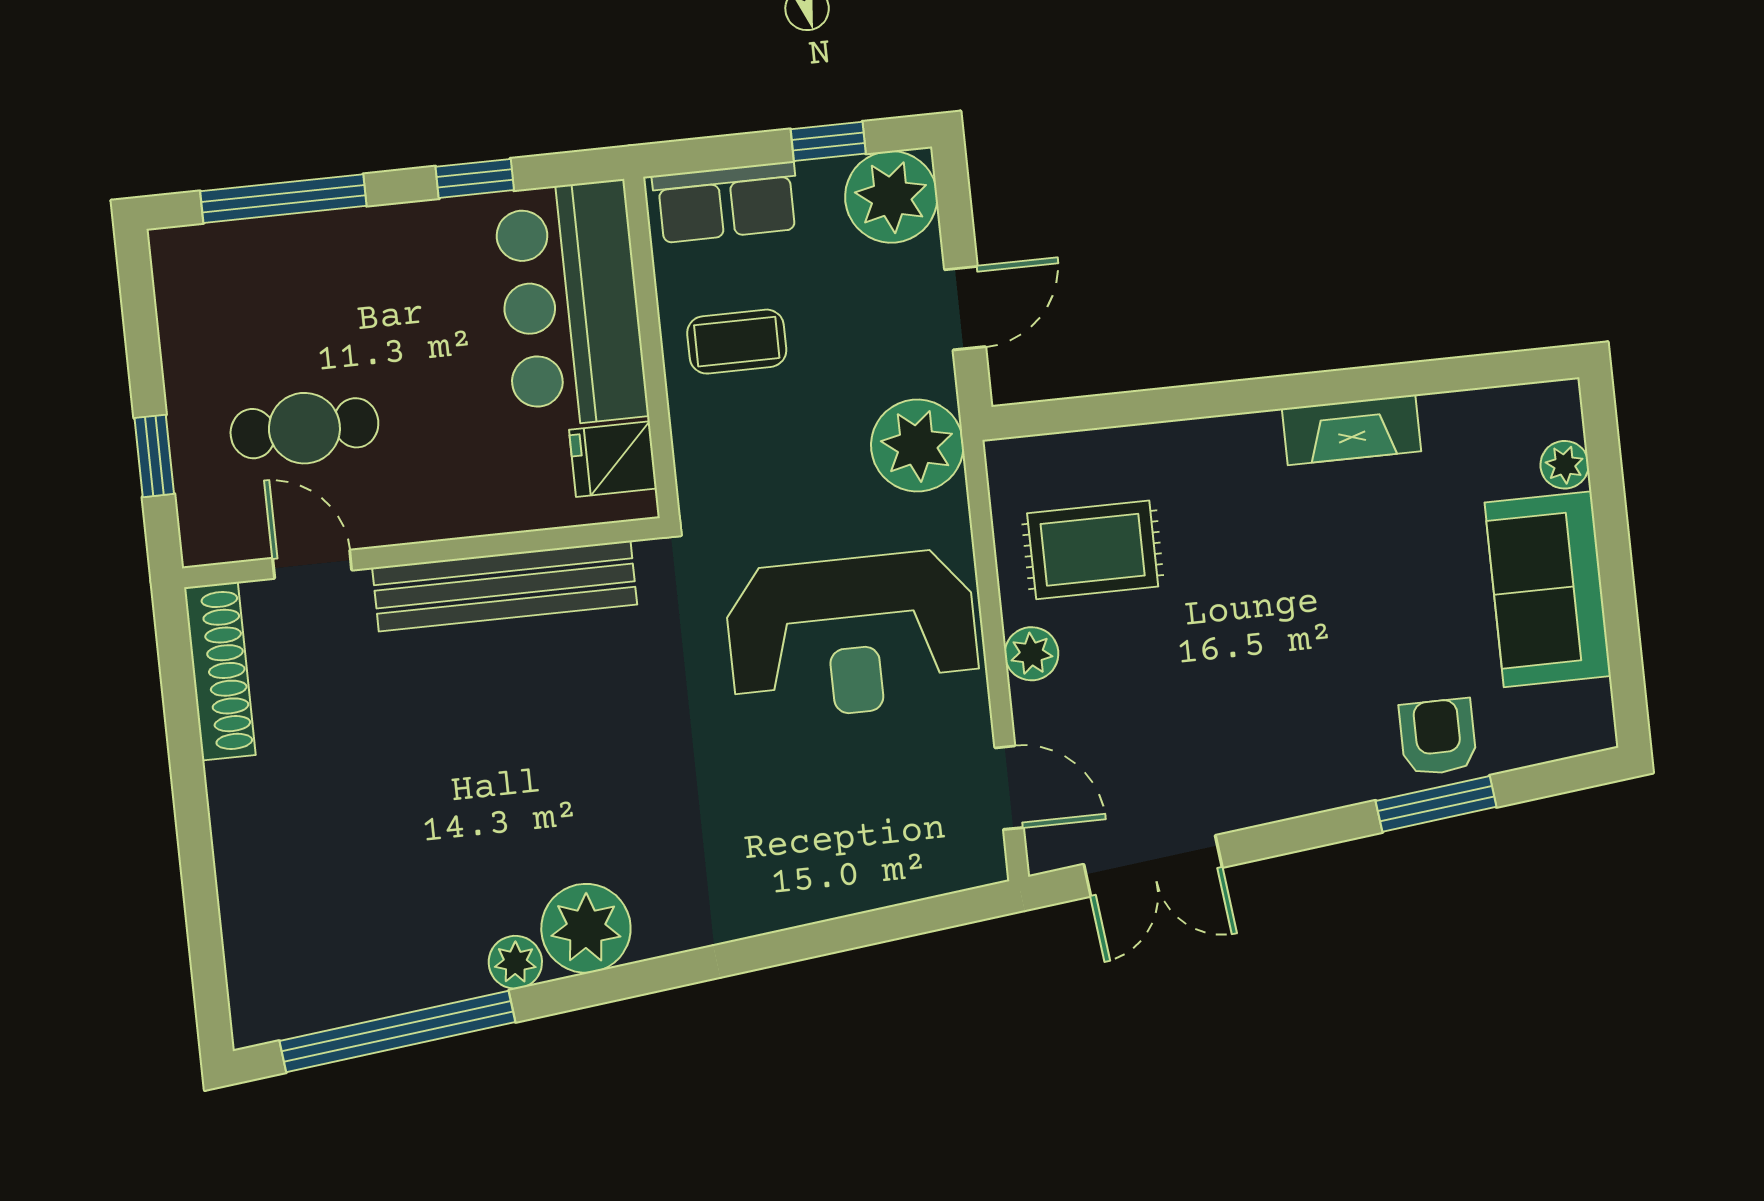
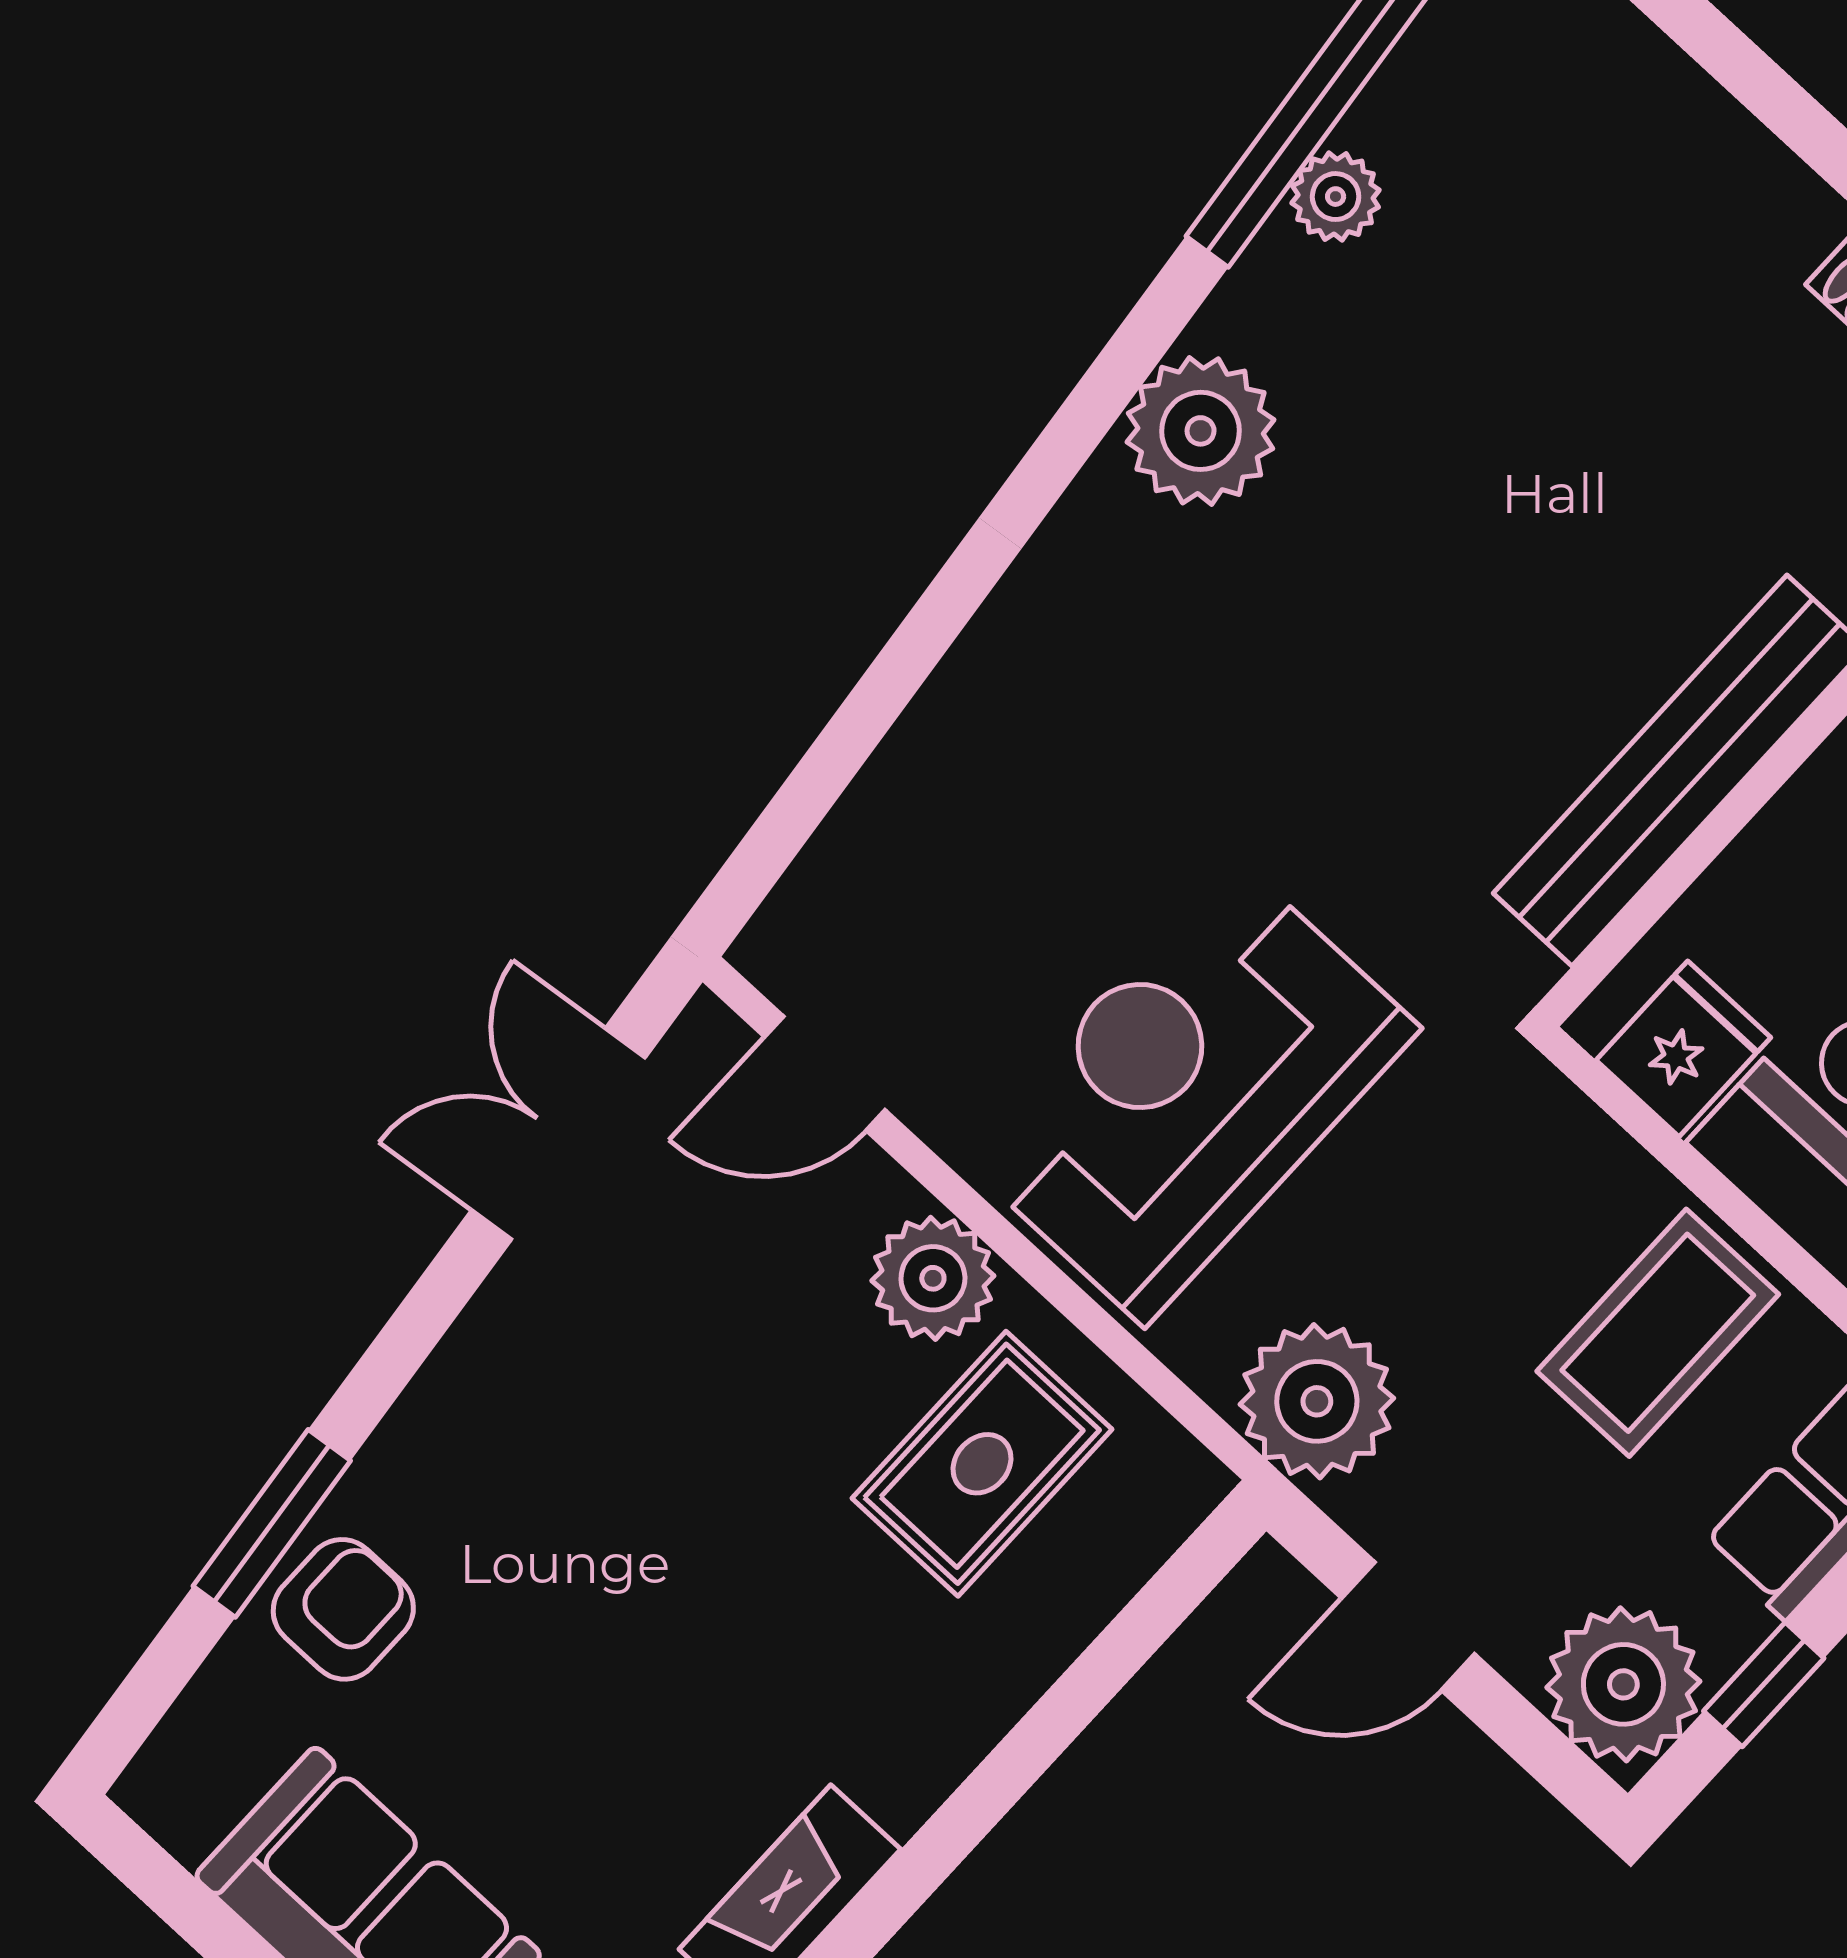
door: (965, 308) -> (1408, 1626), hinge flipped
coffee table: (737, 342) -> (1658, 1333), width x1.36, depth x1.30
plant: (1031, 654) -> (933, 1278), width x1.38, depth x1.38
armchair: (1438, 737) -> (343, 1609), turned -90
plant: (515, 962) -> (1336, 197), moved

